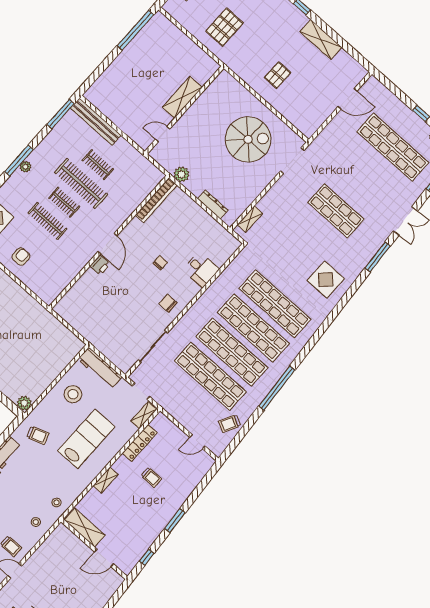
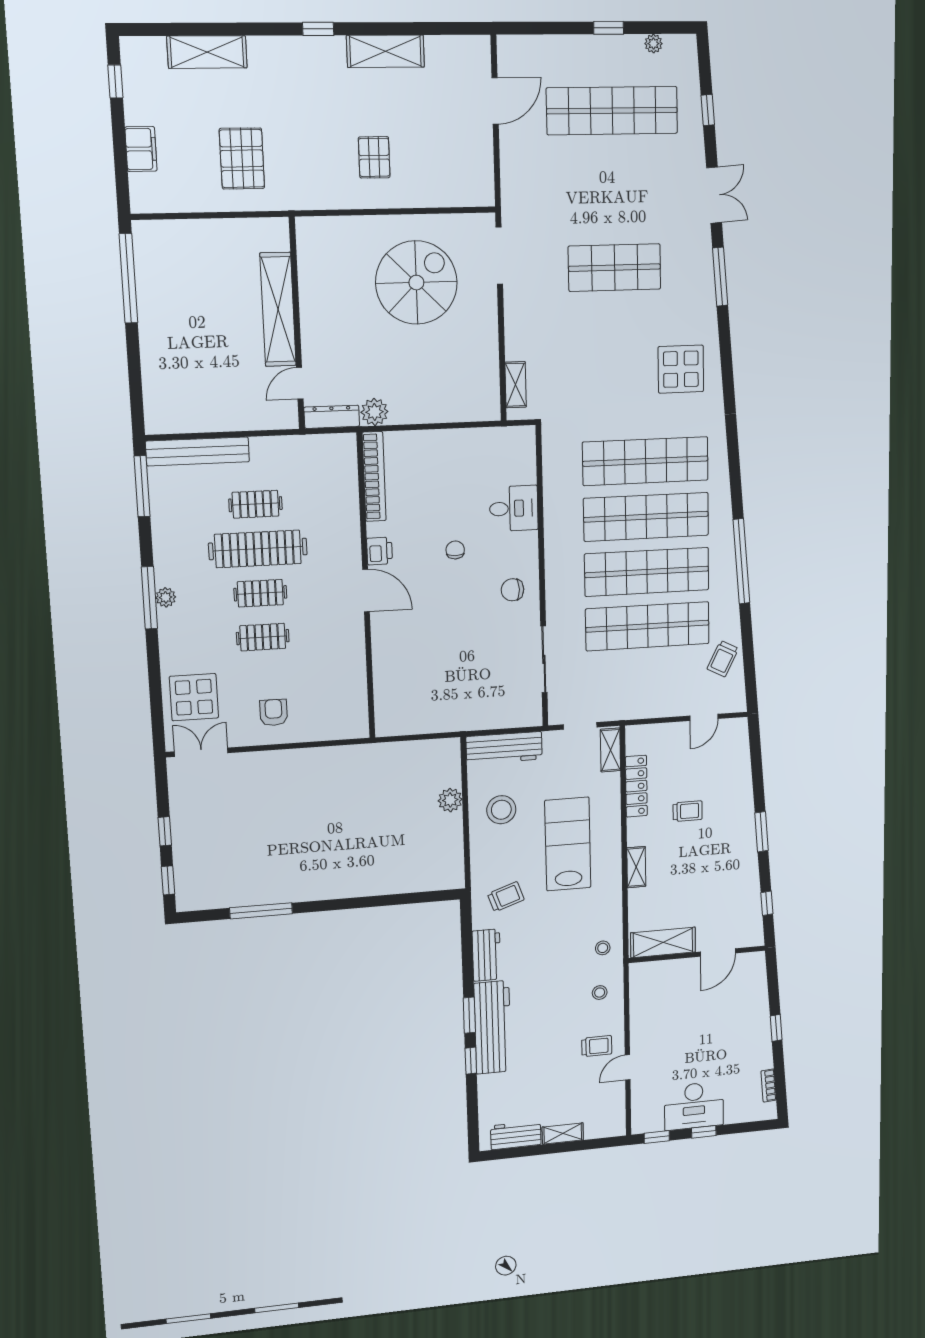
shelving: (182, 97) -> (278, 309), width x1.47
dresser: (213, 204) -> (332, 417), moved
clothes rail: (47, 221) -> (263, 637), width x0.73
printer: (100, 265) -> (380, 551), moved
plant: (24, 403) -> (450, 800), moved

